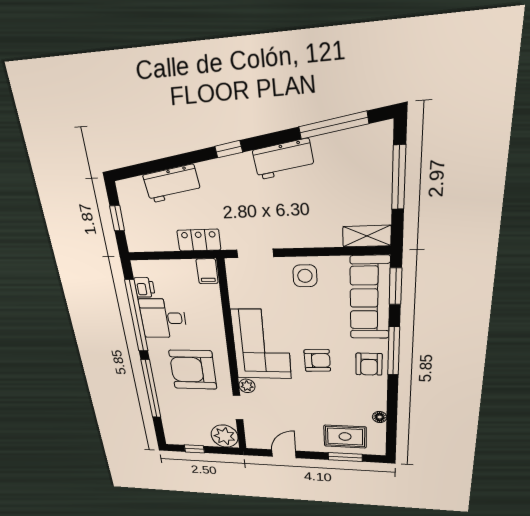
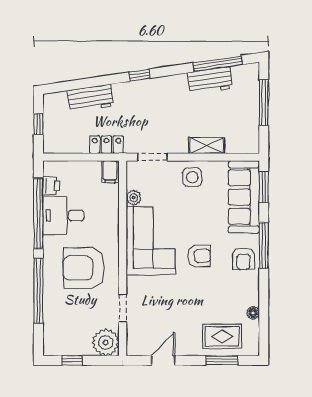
workbench: (283, 159) -> (210, 81), moved
shelving: (367, 236) -> (207, 145), moved
plant: (247, 386) -> (134, 198), moved

